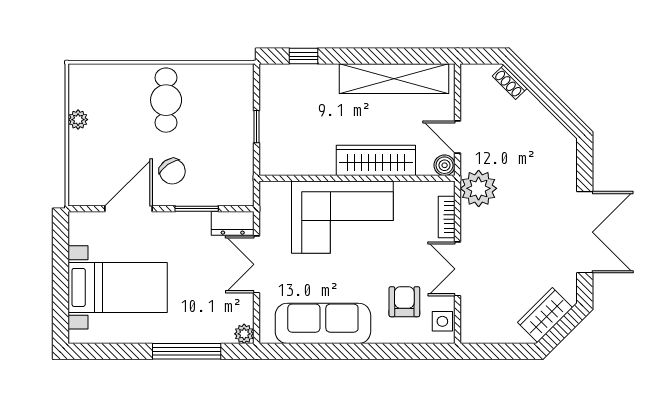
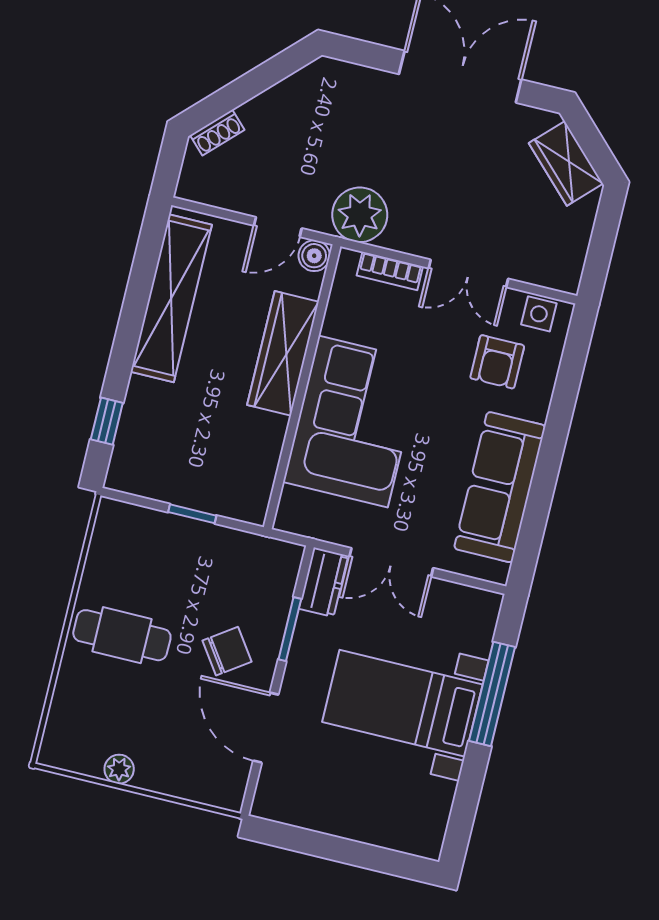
bed with nightstands: (118, 287) -> (402, 703), moved, turned -90
armchair: (404, 302) -> (497, 362), turned -90
plant: (244, 334) -> (487, 605), removed

